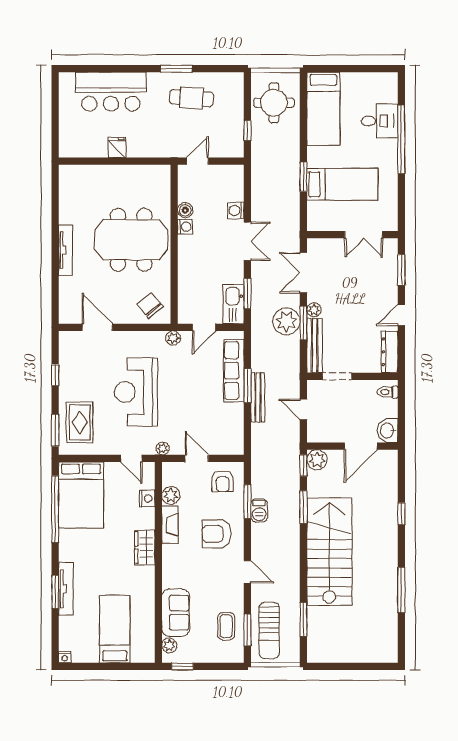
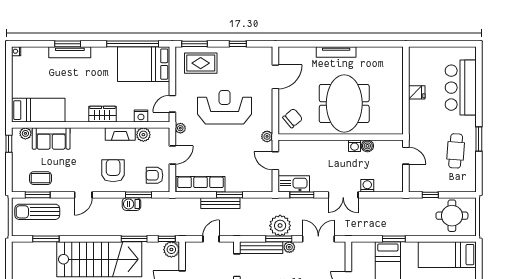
row of seats: (234, 371) -> (200, 184), moved
bed: (115, 629) -> (38, 110), moved

